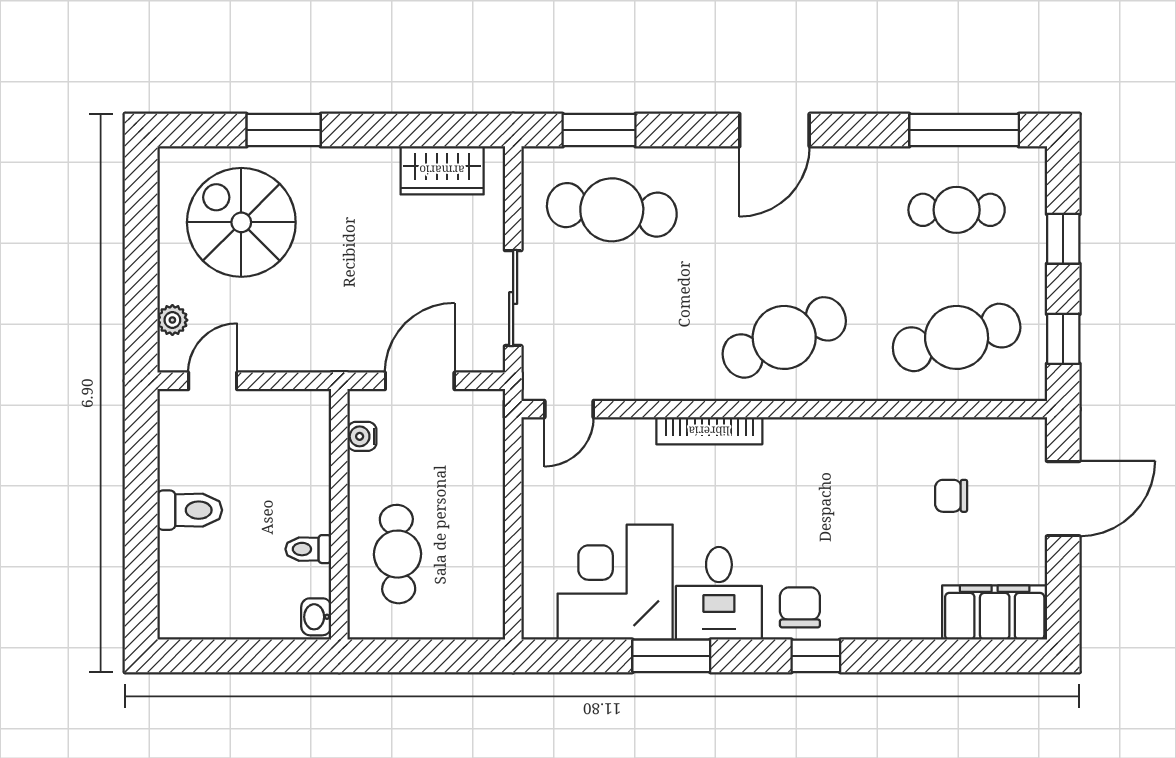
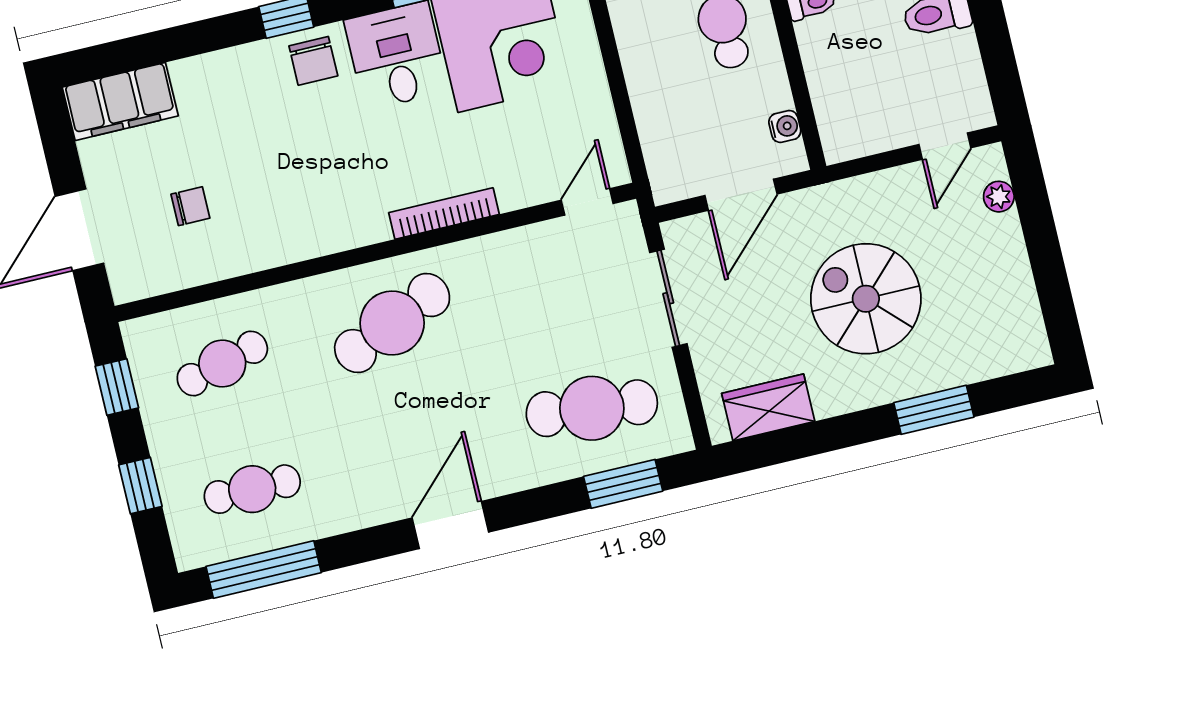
spiral stairs: (241, 222) -> (866, 299), moved, turned 180
cafe table: (957, 337) -> (222, 363), width x0.73, depth x0.74

